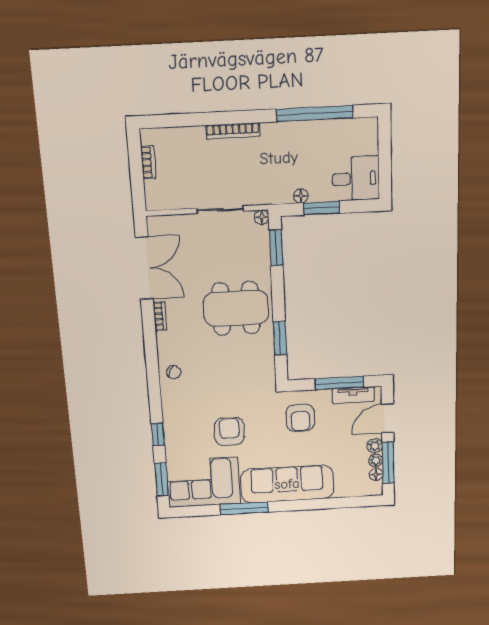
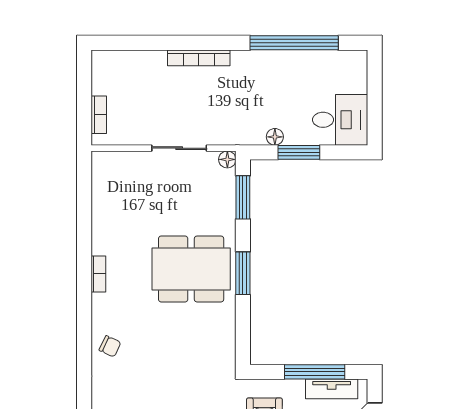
bookcase: (148, 162) -> (99, 115), moved
double door: (144, 268) -> (84, 213), removed
window: (280, 338) -> (243, 273), moved

